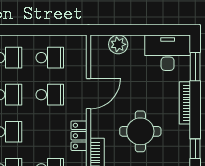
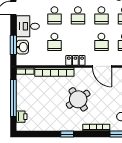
round table: (140, 131) -> (78, 99), turned -34

